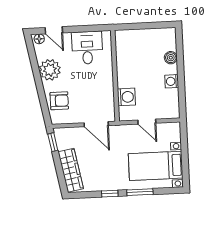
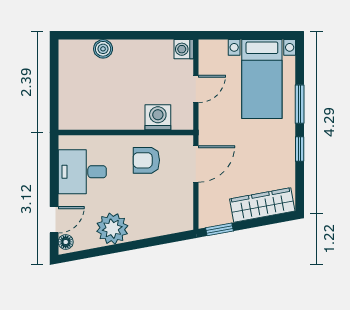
washing machine: (172, 81) -> (184, 49), moved, turned 90
armchair: (59, 101) -> (146, 160), moved, turned -90

